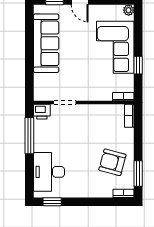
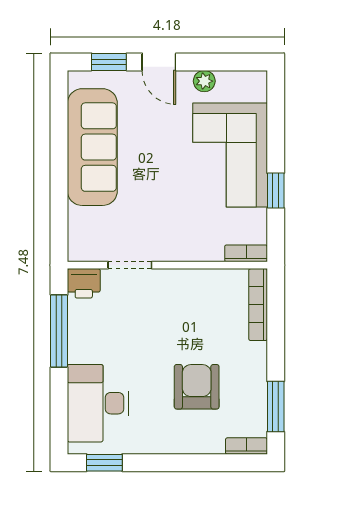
plant: (129, 10) -> (204, 81), moved
bookcase: (129, 116) -> (258, 305), width x1.56
armchair: (112, 162) -> (197, 387), moved, turned 75

